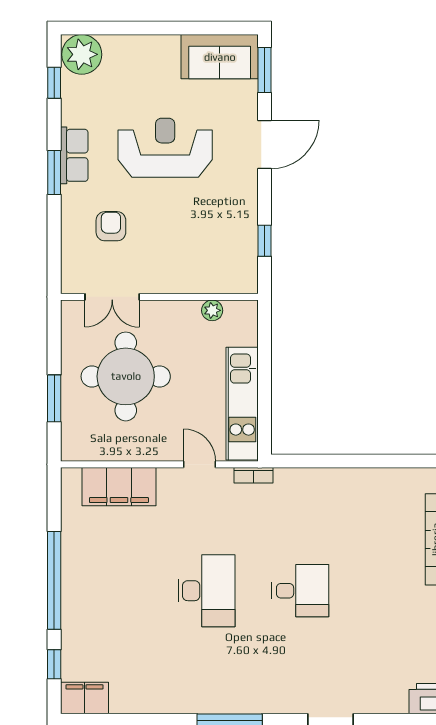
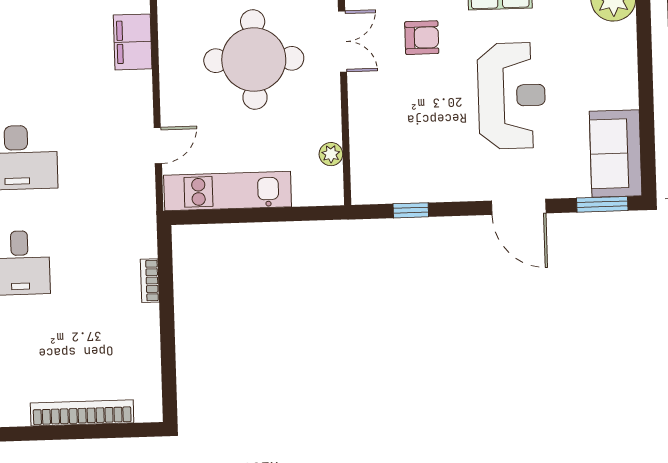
double door: (112, 297) -> (343, 41), swing flipped
bookcase: (254, 475) -> (150, 281), moved
filing cabinet: (119, 487) -> (133, 42), width x0.67, depth x0.86

